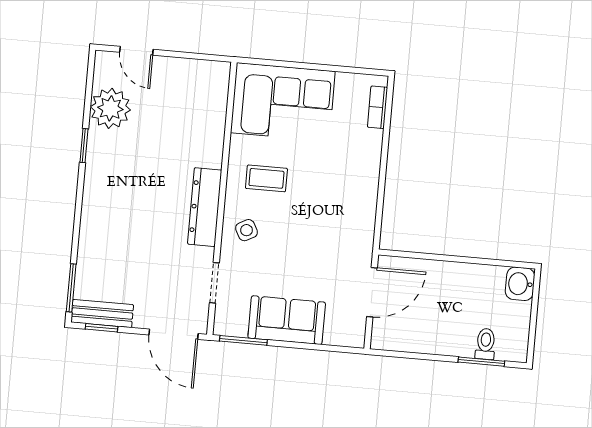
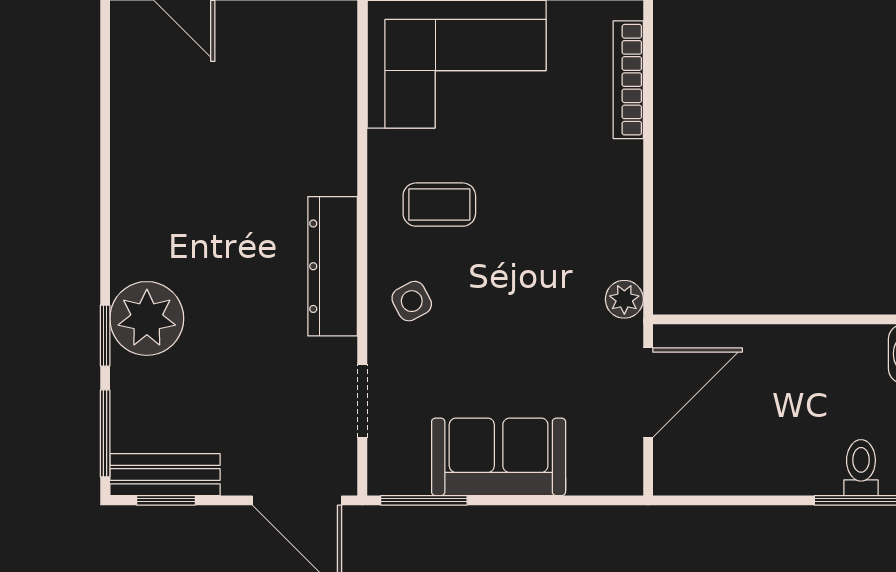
bookcase: (378, 107) -> (628, 80), width x1.56
plant: (110, 108) -> (147, 318), moved
window: (84, 146) -> (105, 336), moved
plant: (364, 240) -> (624, 299), added

